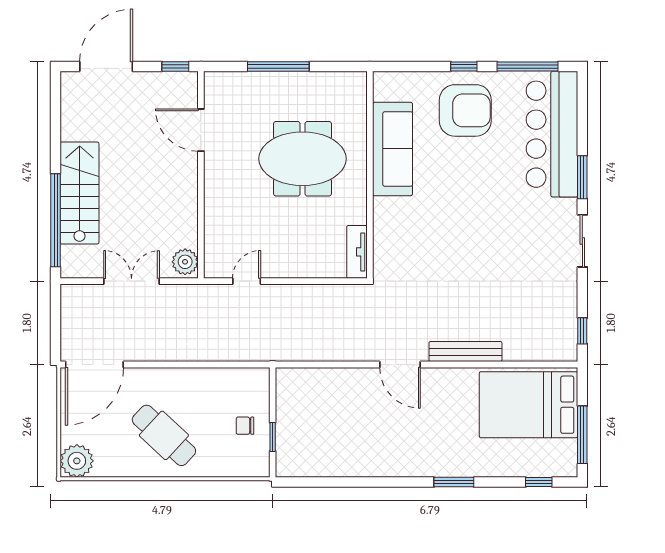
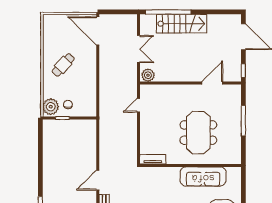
door: (247, 281) -> (138, 105), swing flipped
cafe table: (164, 435) -> (63, 65), width x0.73, depth x0.74
plant: (77, 461) -> (51, 107), moved

